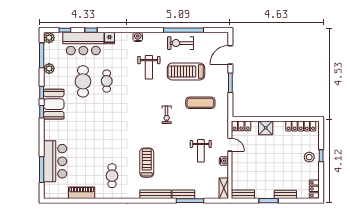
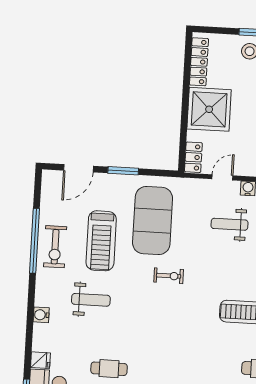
door: (230, 55) -> (78, 168), hinge flipped
exercise mat: (200, 103) -> (153, 221), width x2.00, depth x1.45
shower: (266, 128) -> (209, 109), width x1.86, depth x1.86
weight bench: (201, 151) -> (230, 224), turned 180

